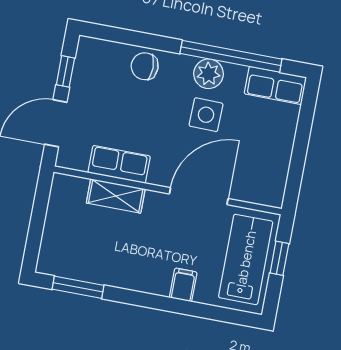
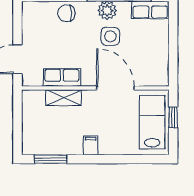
window: (65, 71) -> (17, 26), removed
door: (199, 196) -> (115, 88), hinge flipped
filing cabinet: (183, 285) -> (91, 145), moved

